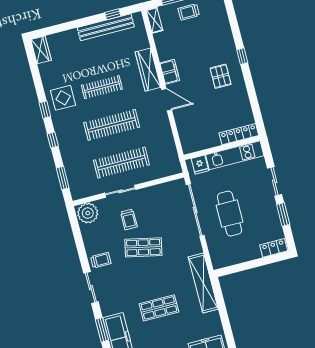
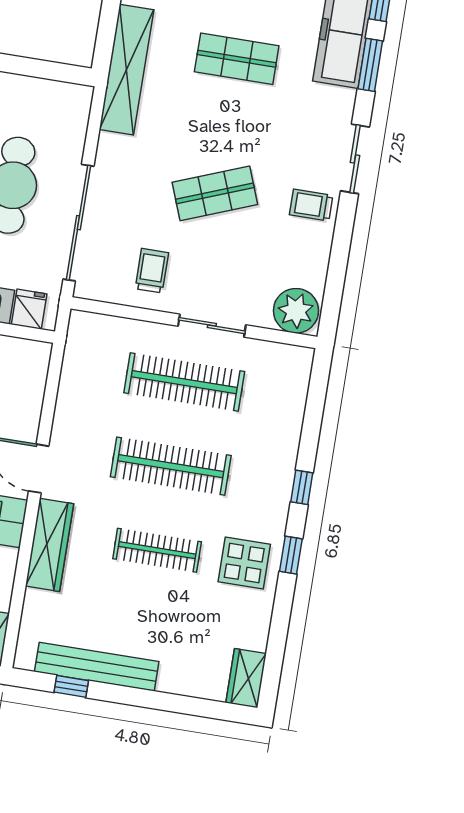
window: (63, 178) -> (315, 403), removed
trolley: (129, 219) -> (152, 271), moved
shop shelf: (143, 247) -> (215, 193), turned -33

